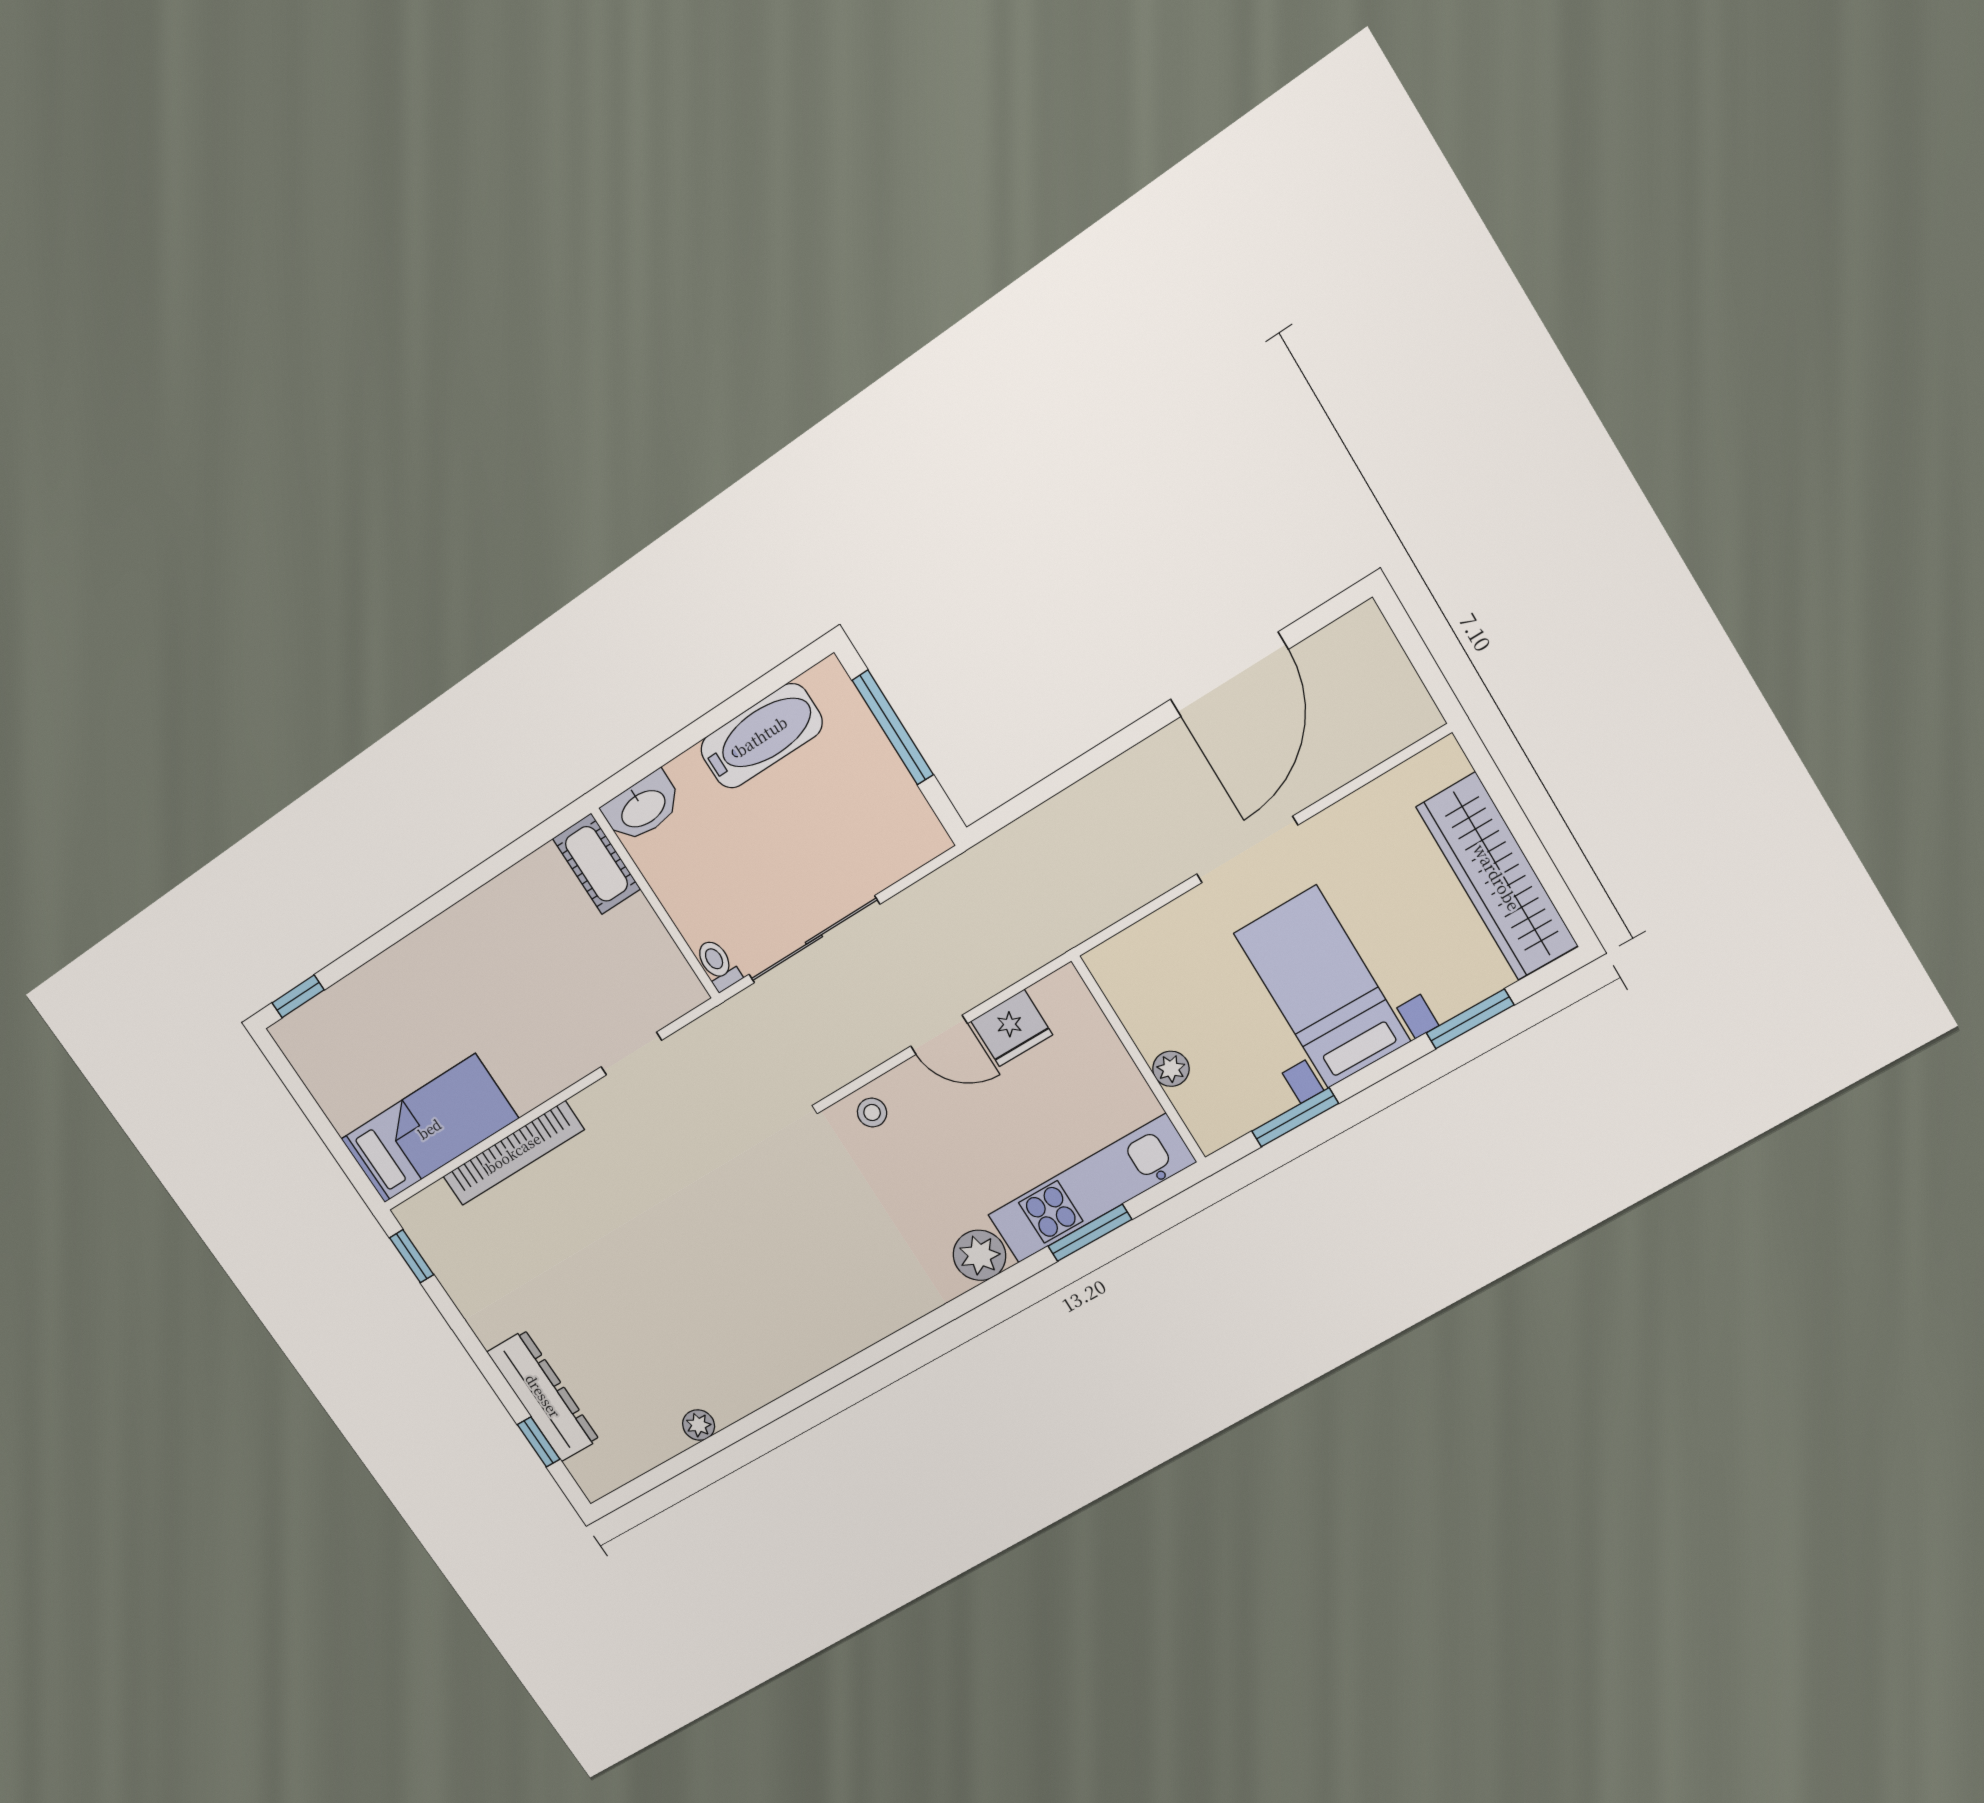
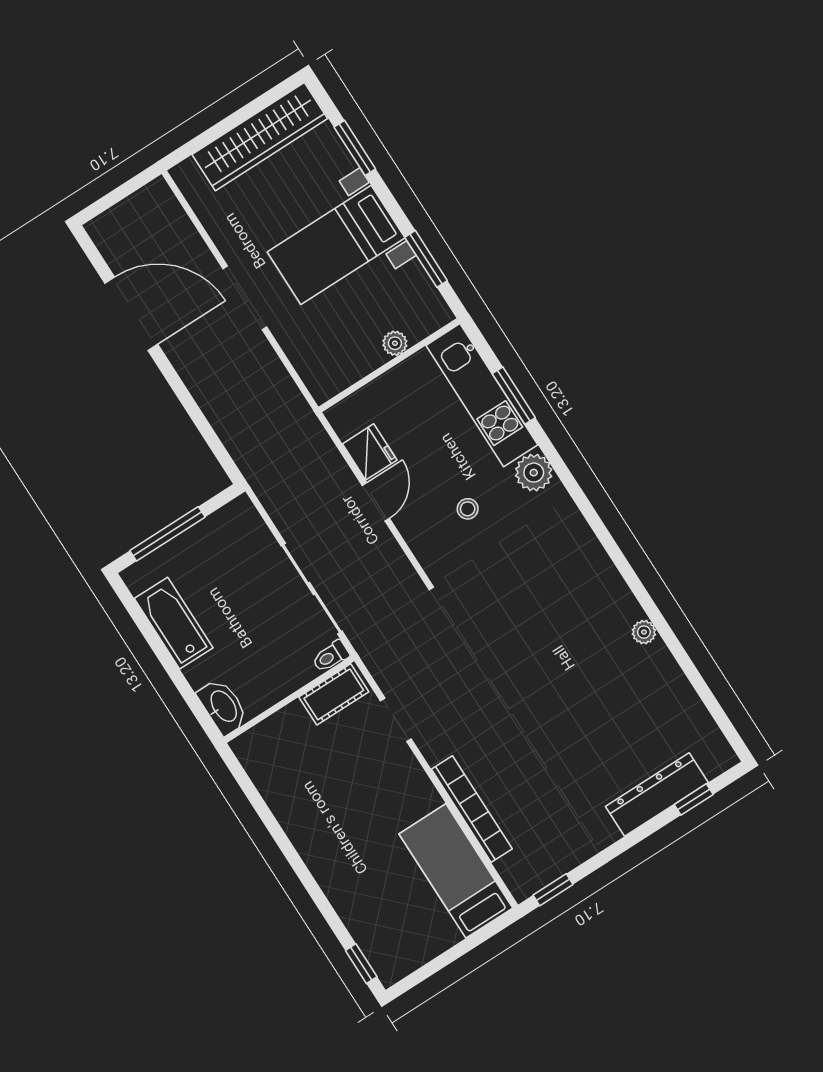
cot: (596, 864) -> (334, 694), moved
stool: (872, 1113) -> (468, 509), moved
plant: (699, 1425) -> (644, 632), moved

